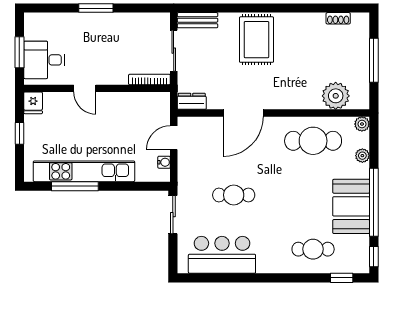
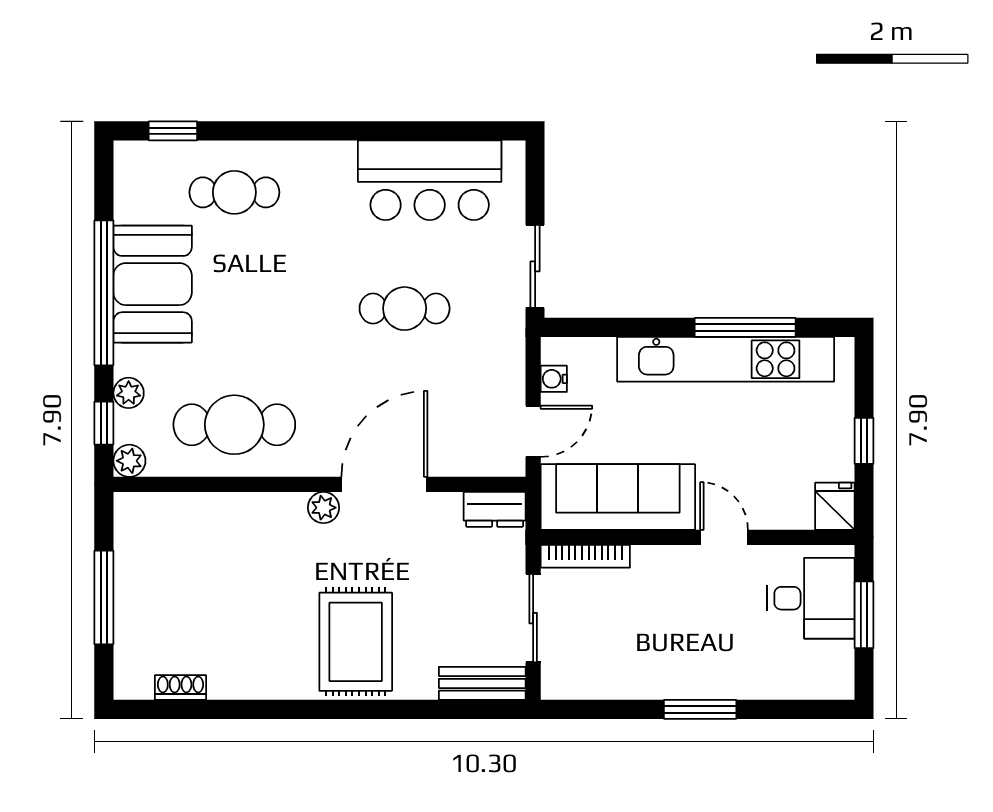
plant: (336, 96) -> (323, 508), moved, width x0.53, depth x0.53
sofa: (134, 107) -> (618, 497), added
window: (374, 257) -> (104, 423), moved

